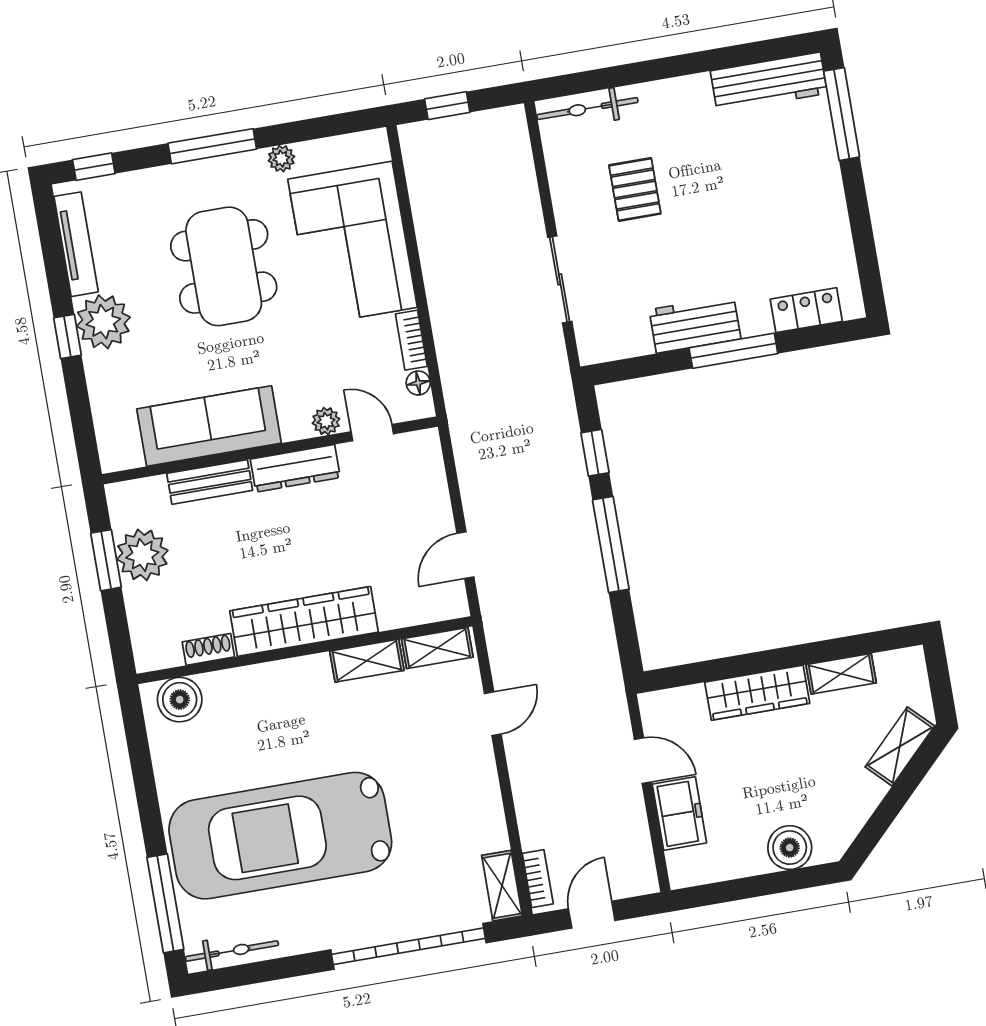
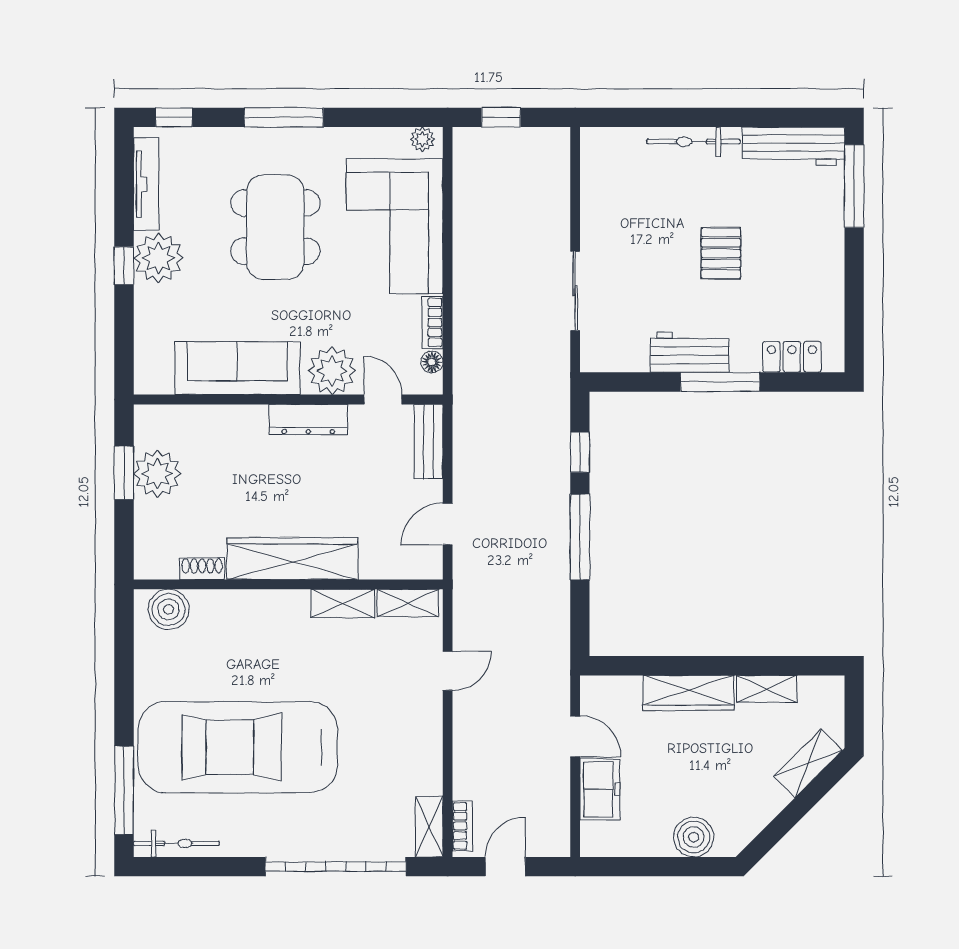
bicycle: (587, 109) -> (693, 142), moved
plant: (281, 159) -> (422, 139), moved
pallet: (635, 189) -> (721, 253), moved
plant: (326, 421) -> (332, 371), width x1.87, depth x1.87
bench: (210, 482) -> (429, 442), moved, turned 90

